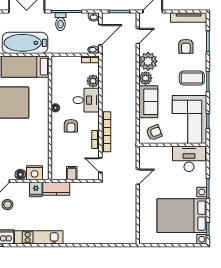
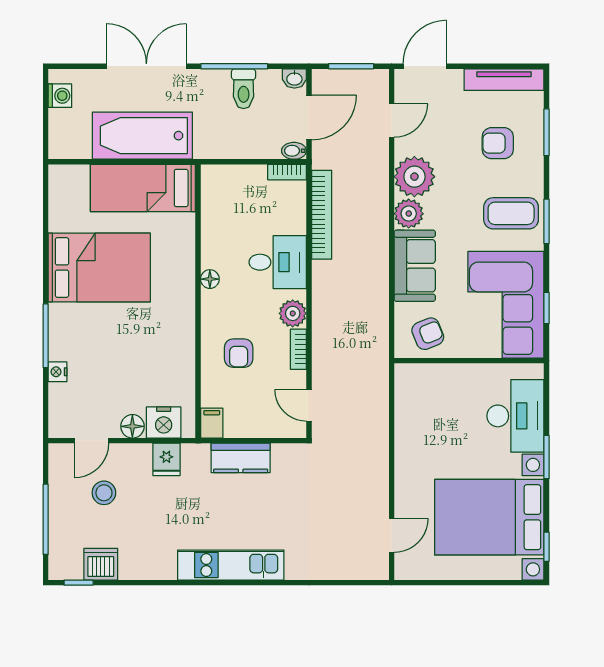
toilet: (61, 22) -> (244, 89), moved
armchair: (186, 46) -> (498, 143), turned 90
plant: (93, 81) -> (293, 313), moved
armchair: (71, 126) -> (239, 353), moved
bookcase: (106, 132) -> (322, 215), moved
desk: (189, 159) -> (515, 416), moved, turned 90
filing cabinet: (72, 173) -> (212, 423), moved
door: (138, 177) -> (392, 535), moved
kitchen counter: (56, 189) -> (241, 458), moved
kitchen unit: (39, 237) -> (231, 565), moved

